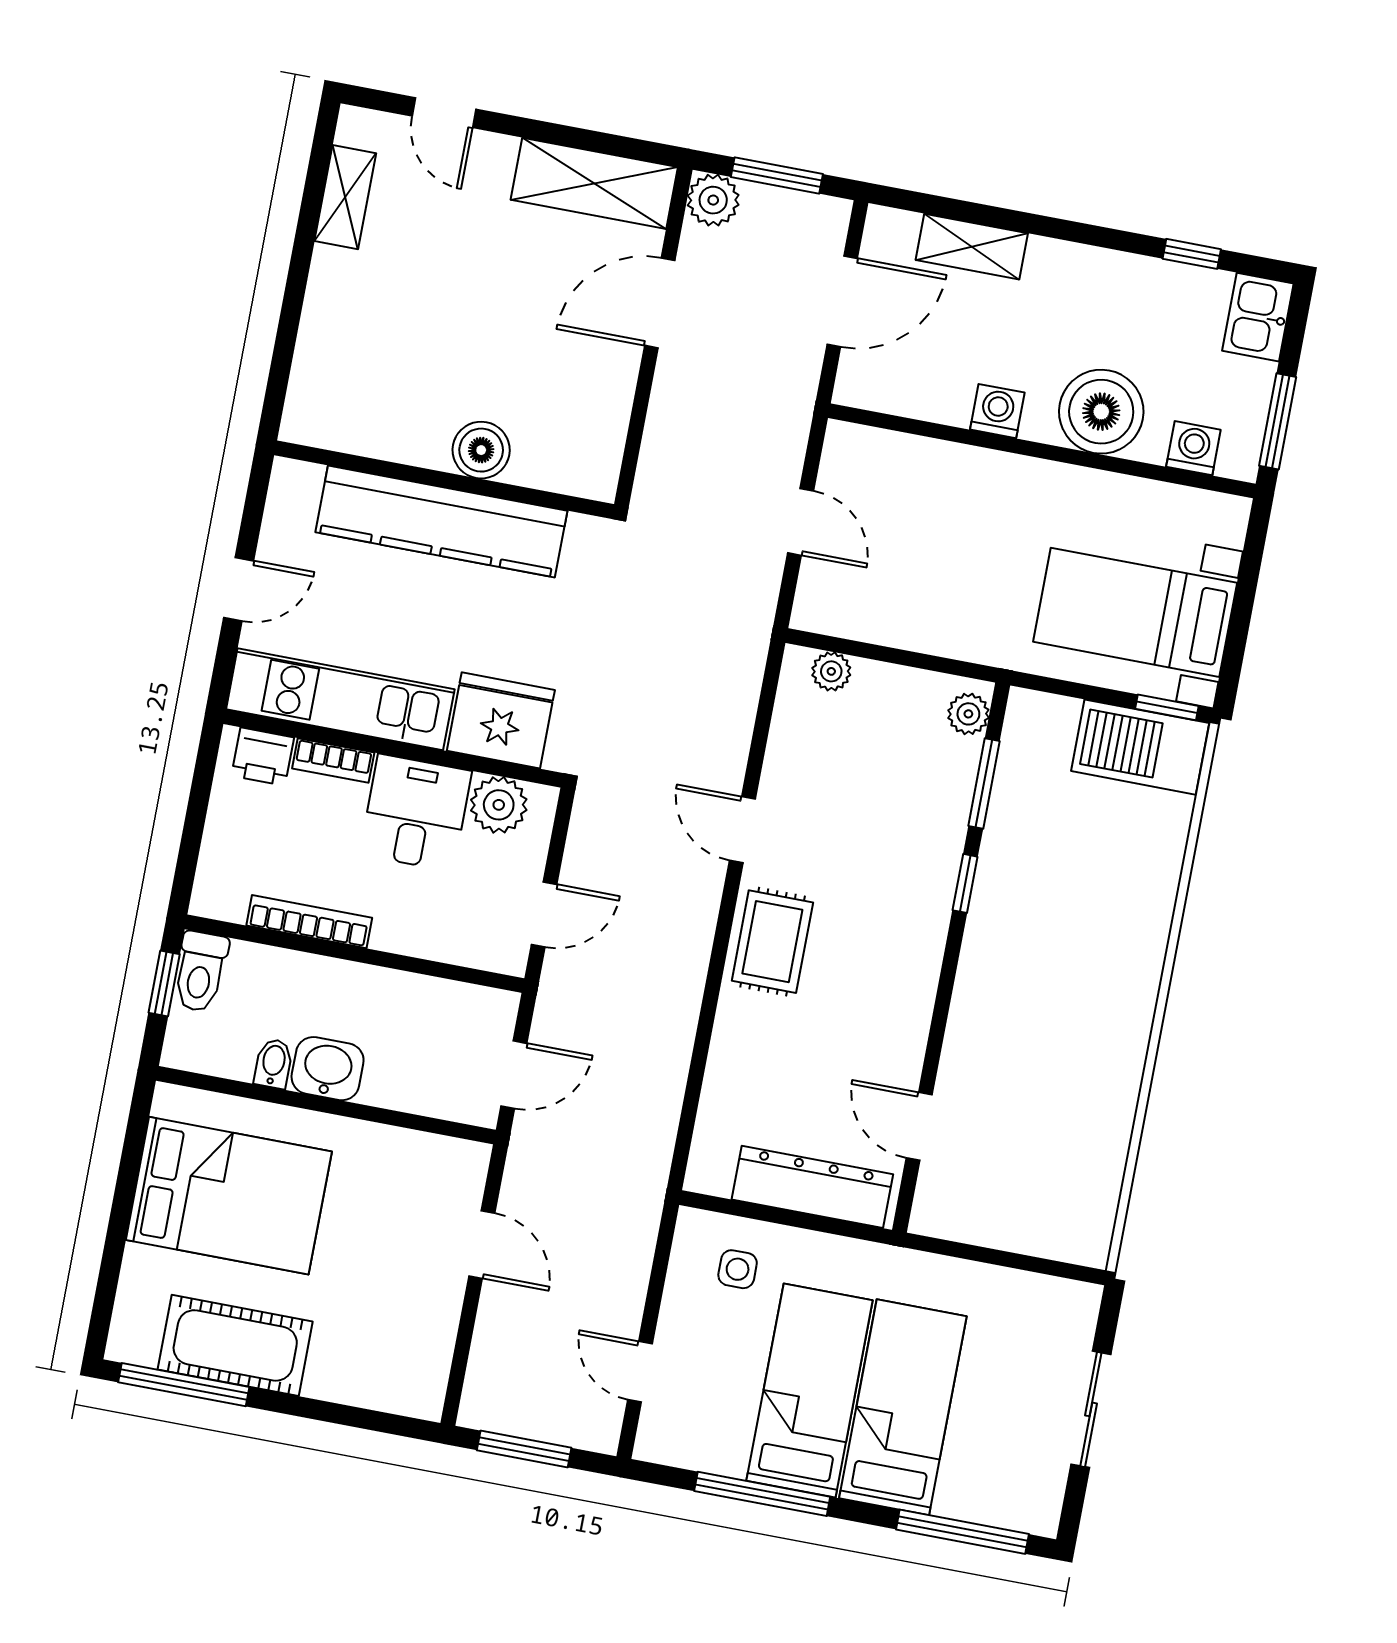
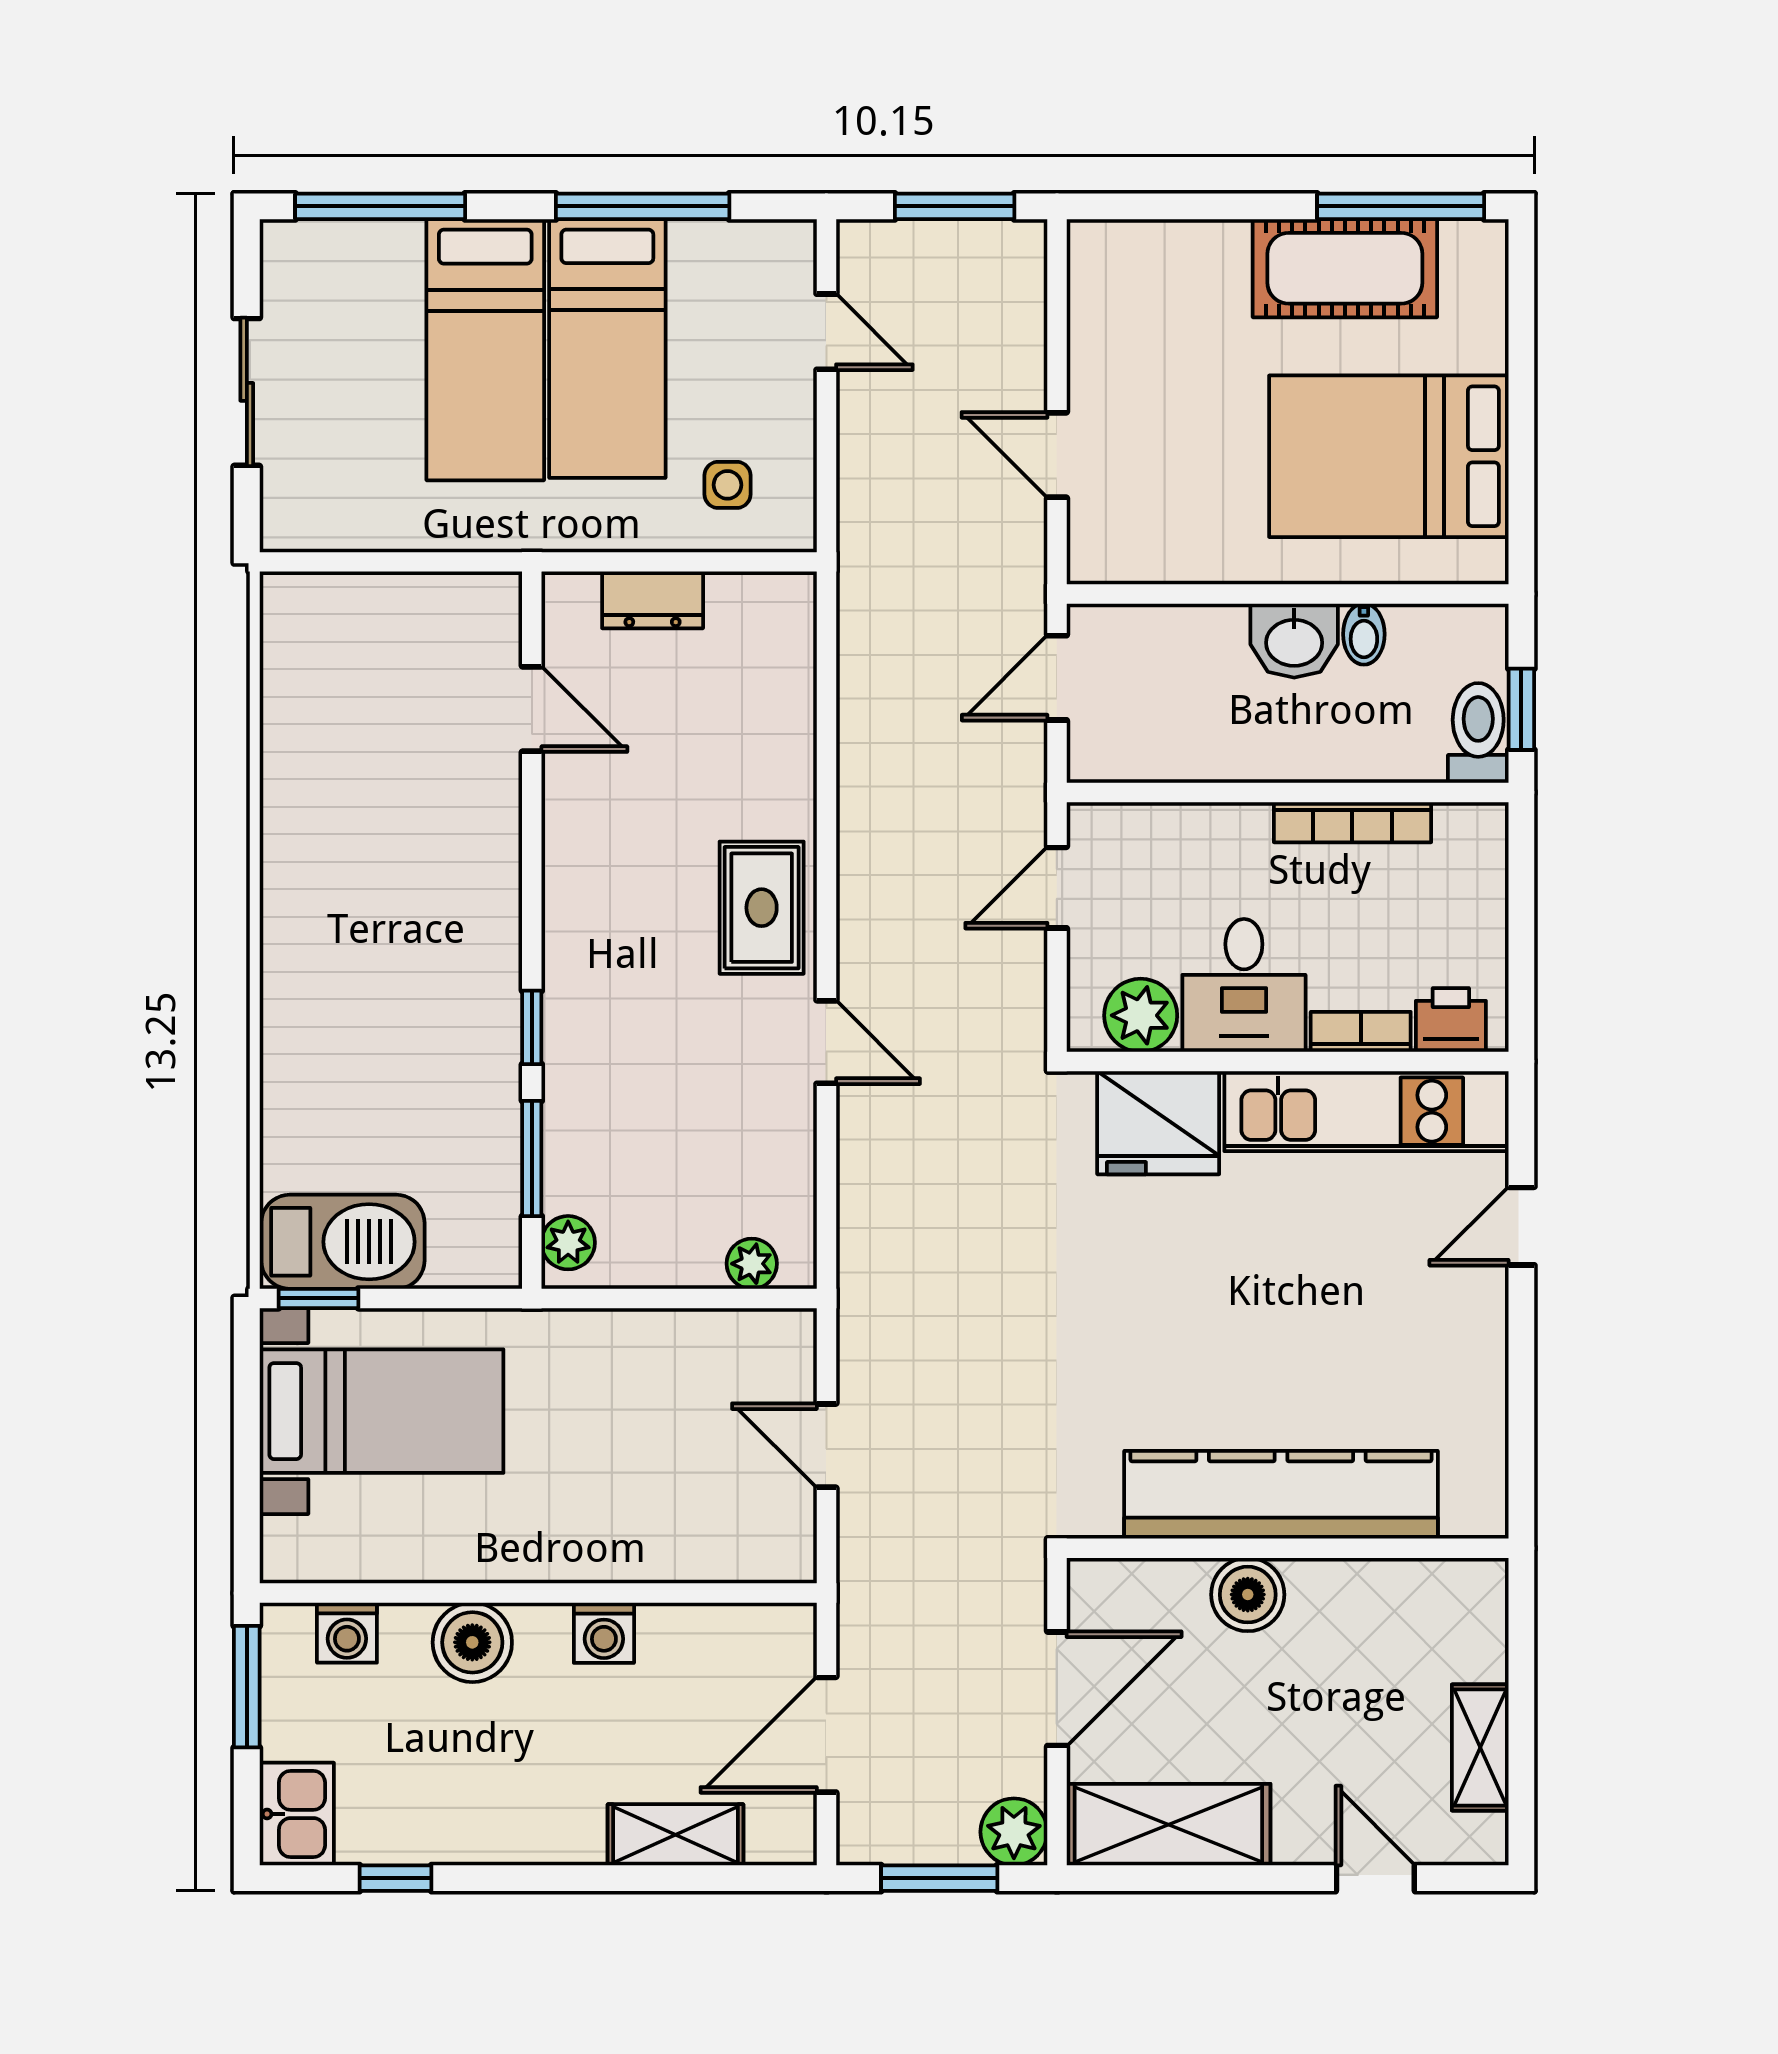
boiler: (1101, 412) -> (472, 1642), width x0.73, depth x0.73
boiler: (481, 450) -> (1248, 1595), moved
wall: (444, 480) -> (1288, 1548), moved
kitchen counter: (441, 521) -> (1281, 1495), moved
dresser: (812, 1187) -> (653, 600), width x0.51, depth x0.80

